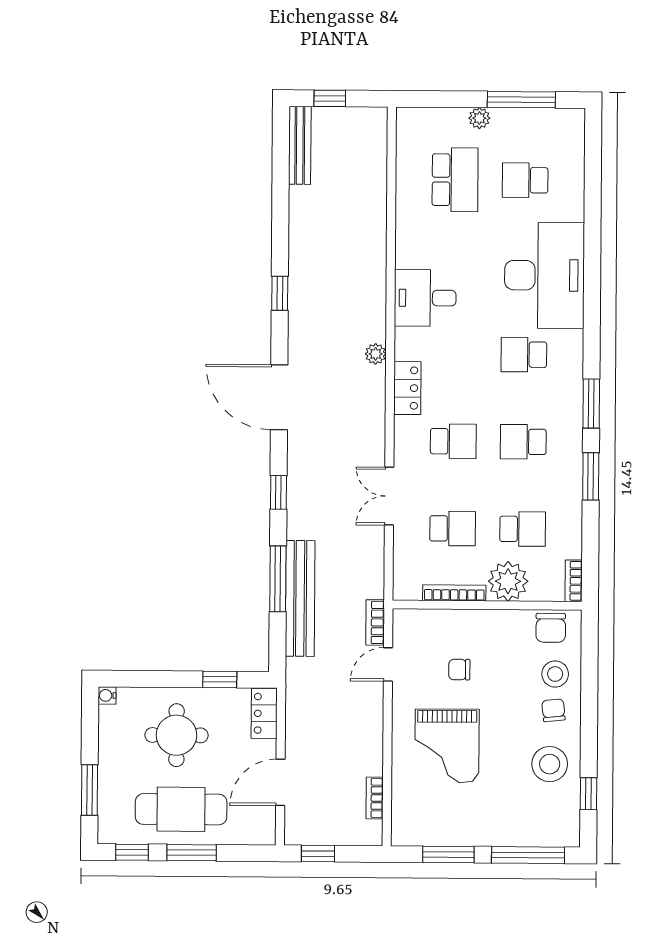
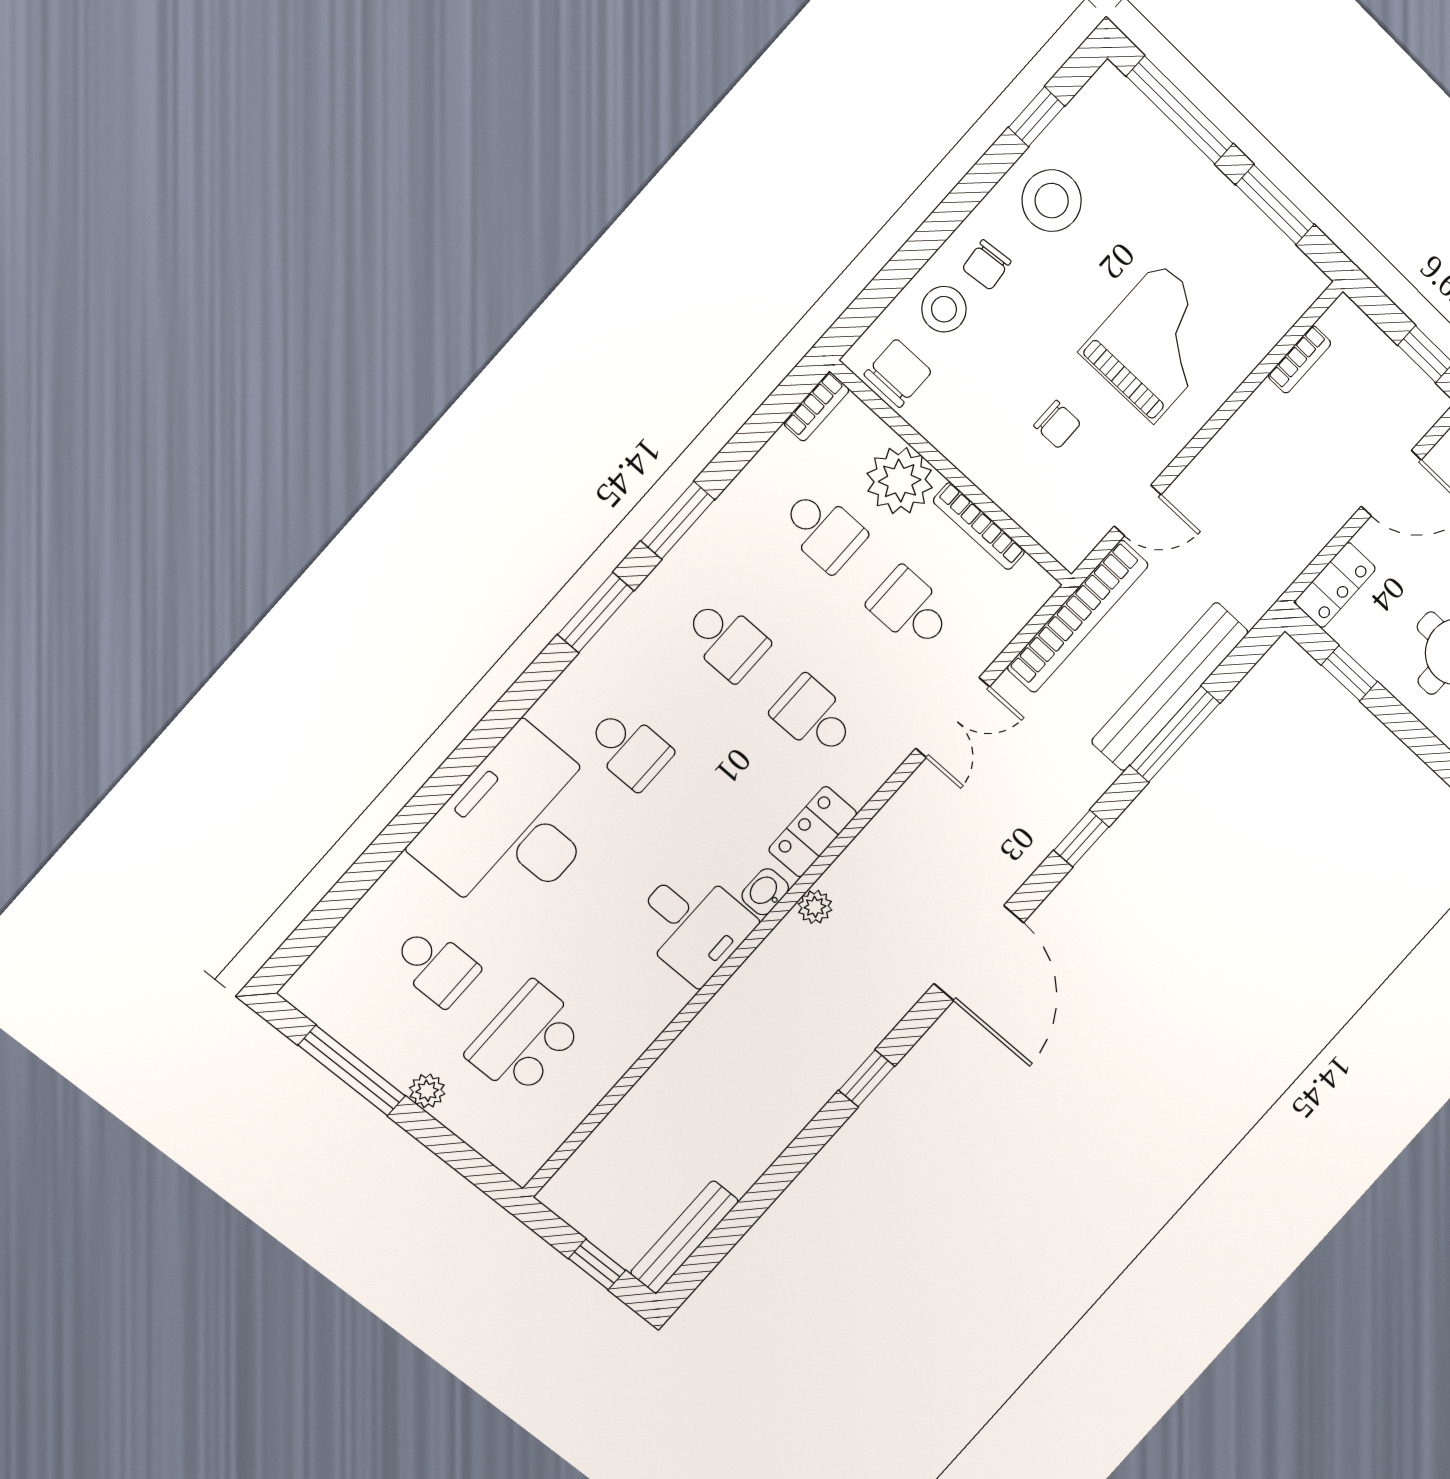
washbasin: (405, 341) -> (765, 892), added
school desk: (523, 529) -> (823, 530), turned 180
bookcase: (375, 622) -> (1078, 616), width x2.31, depth x1.31

